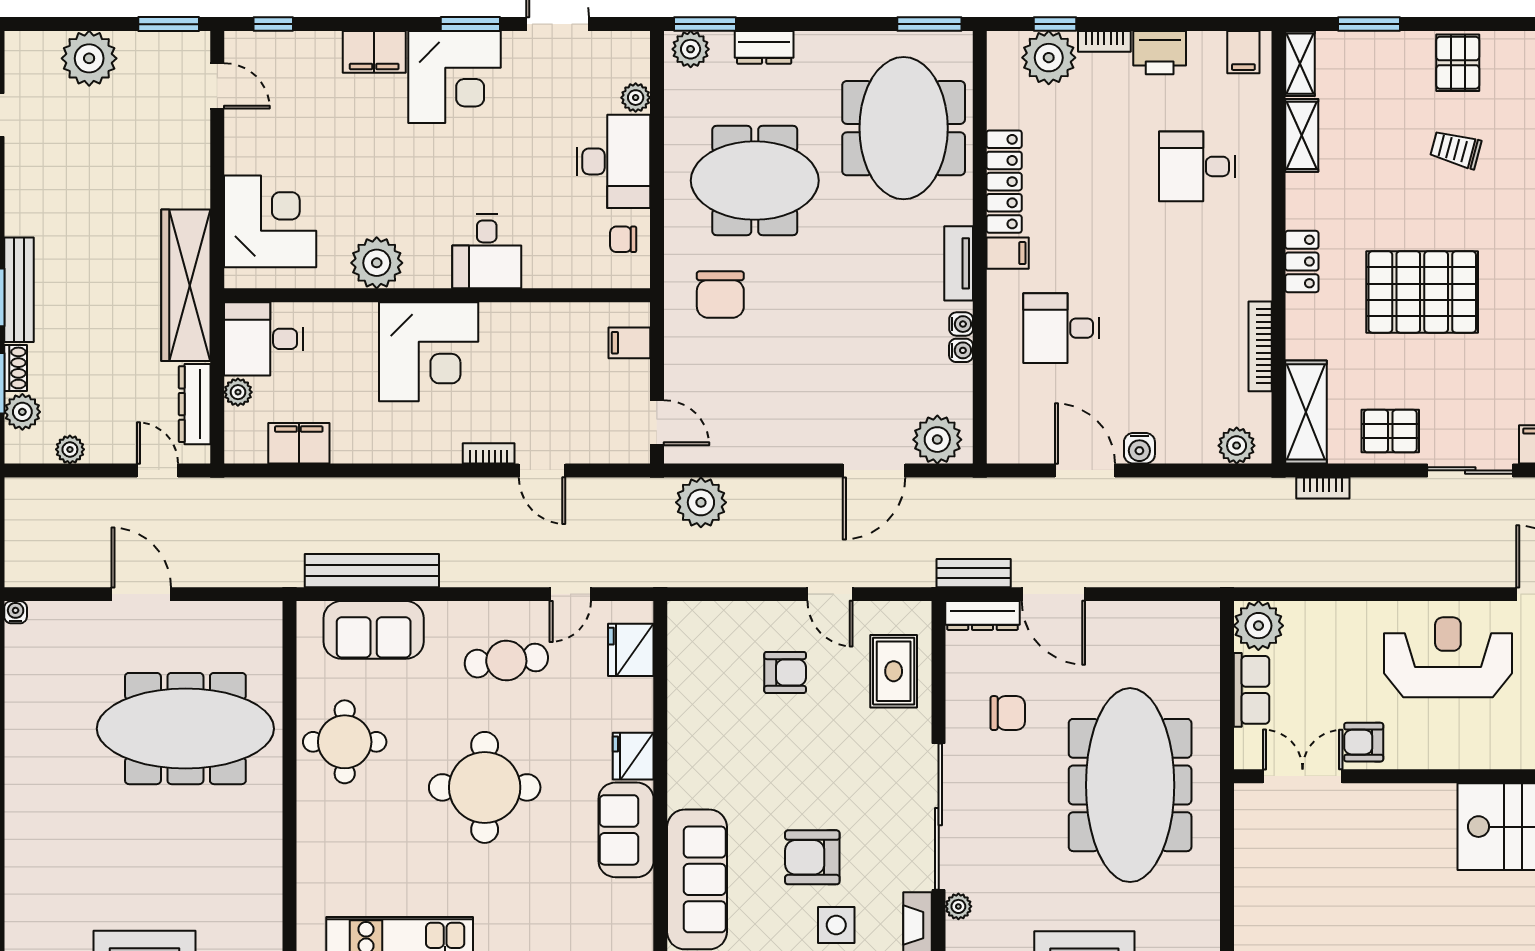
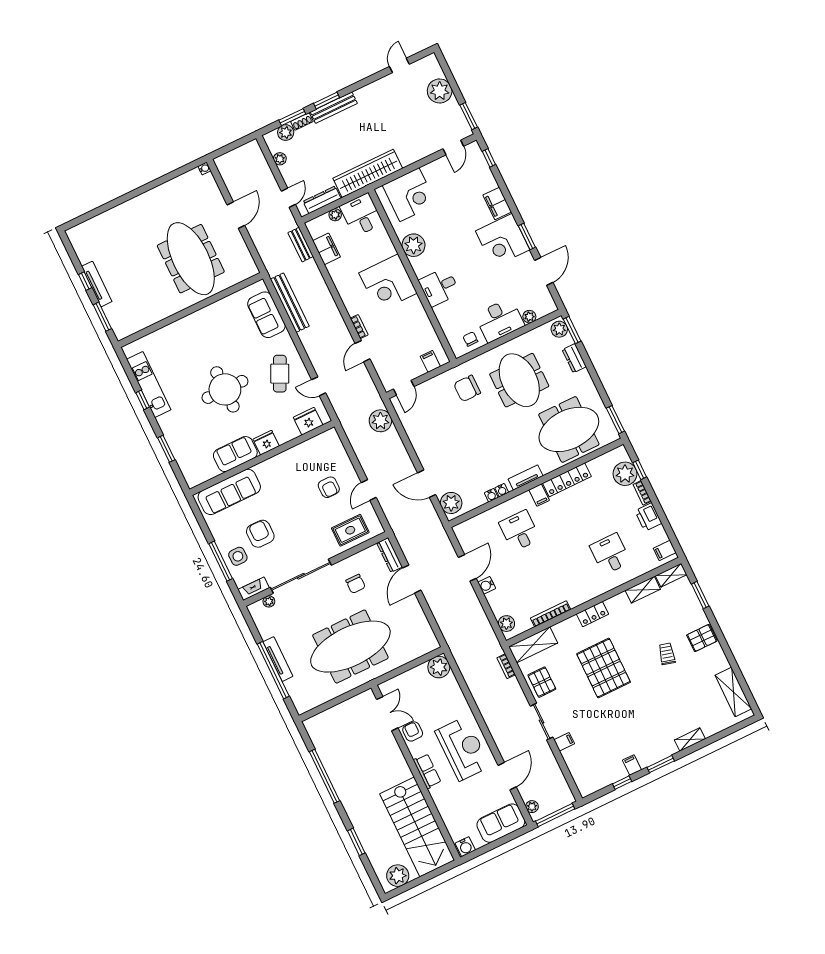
bench: (974, 573) -> (301, 245), moved
cafe table: (506, 661) -> (280, 374), turned 32
row of seats: (1252, 690) -> (427, 771), moved, turned -90
round table: (345, 742) -> (216, 325), removed

